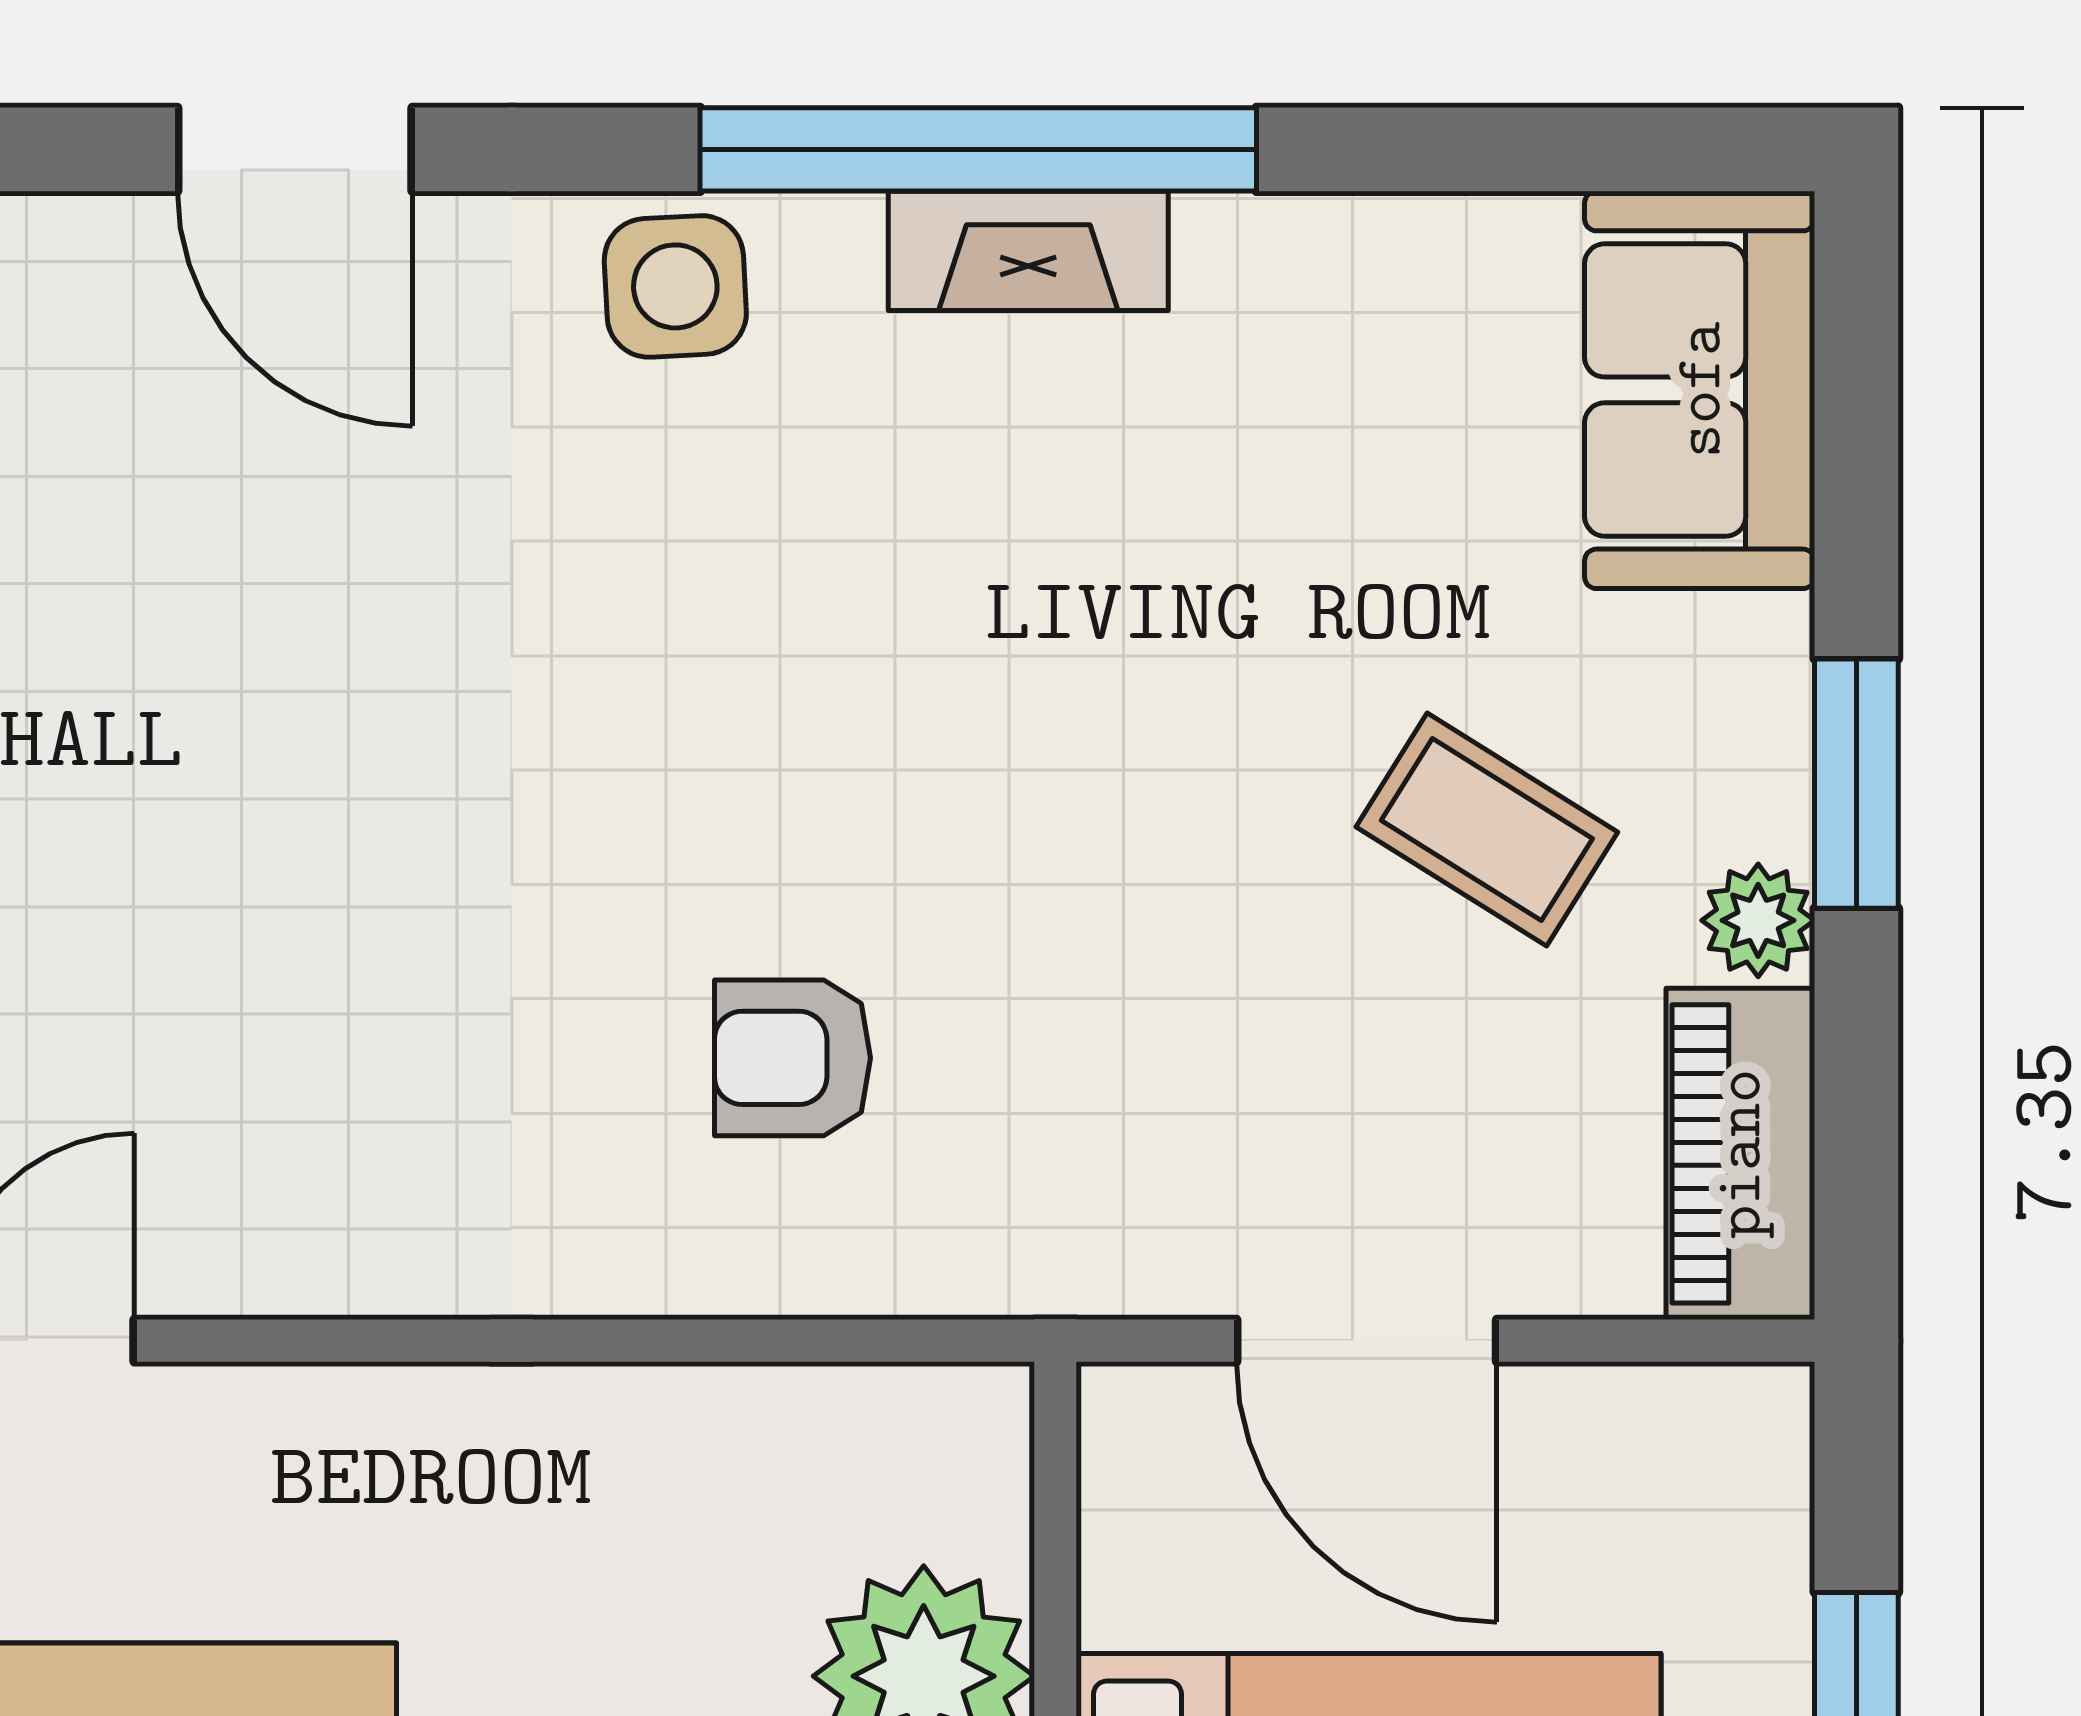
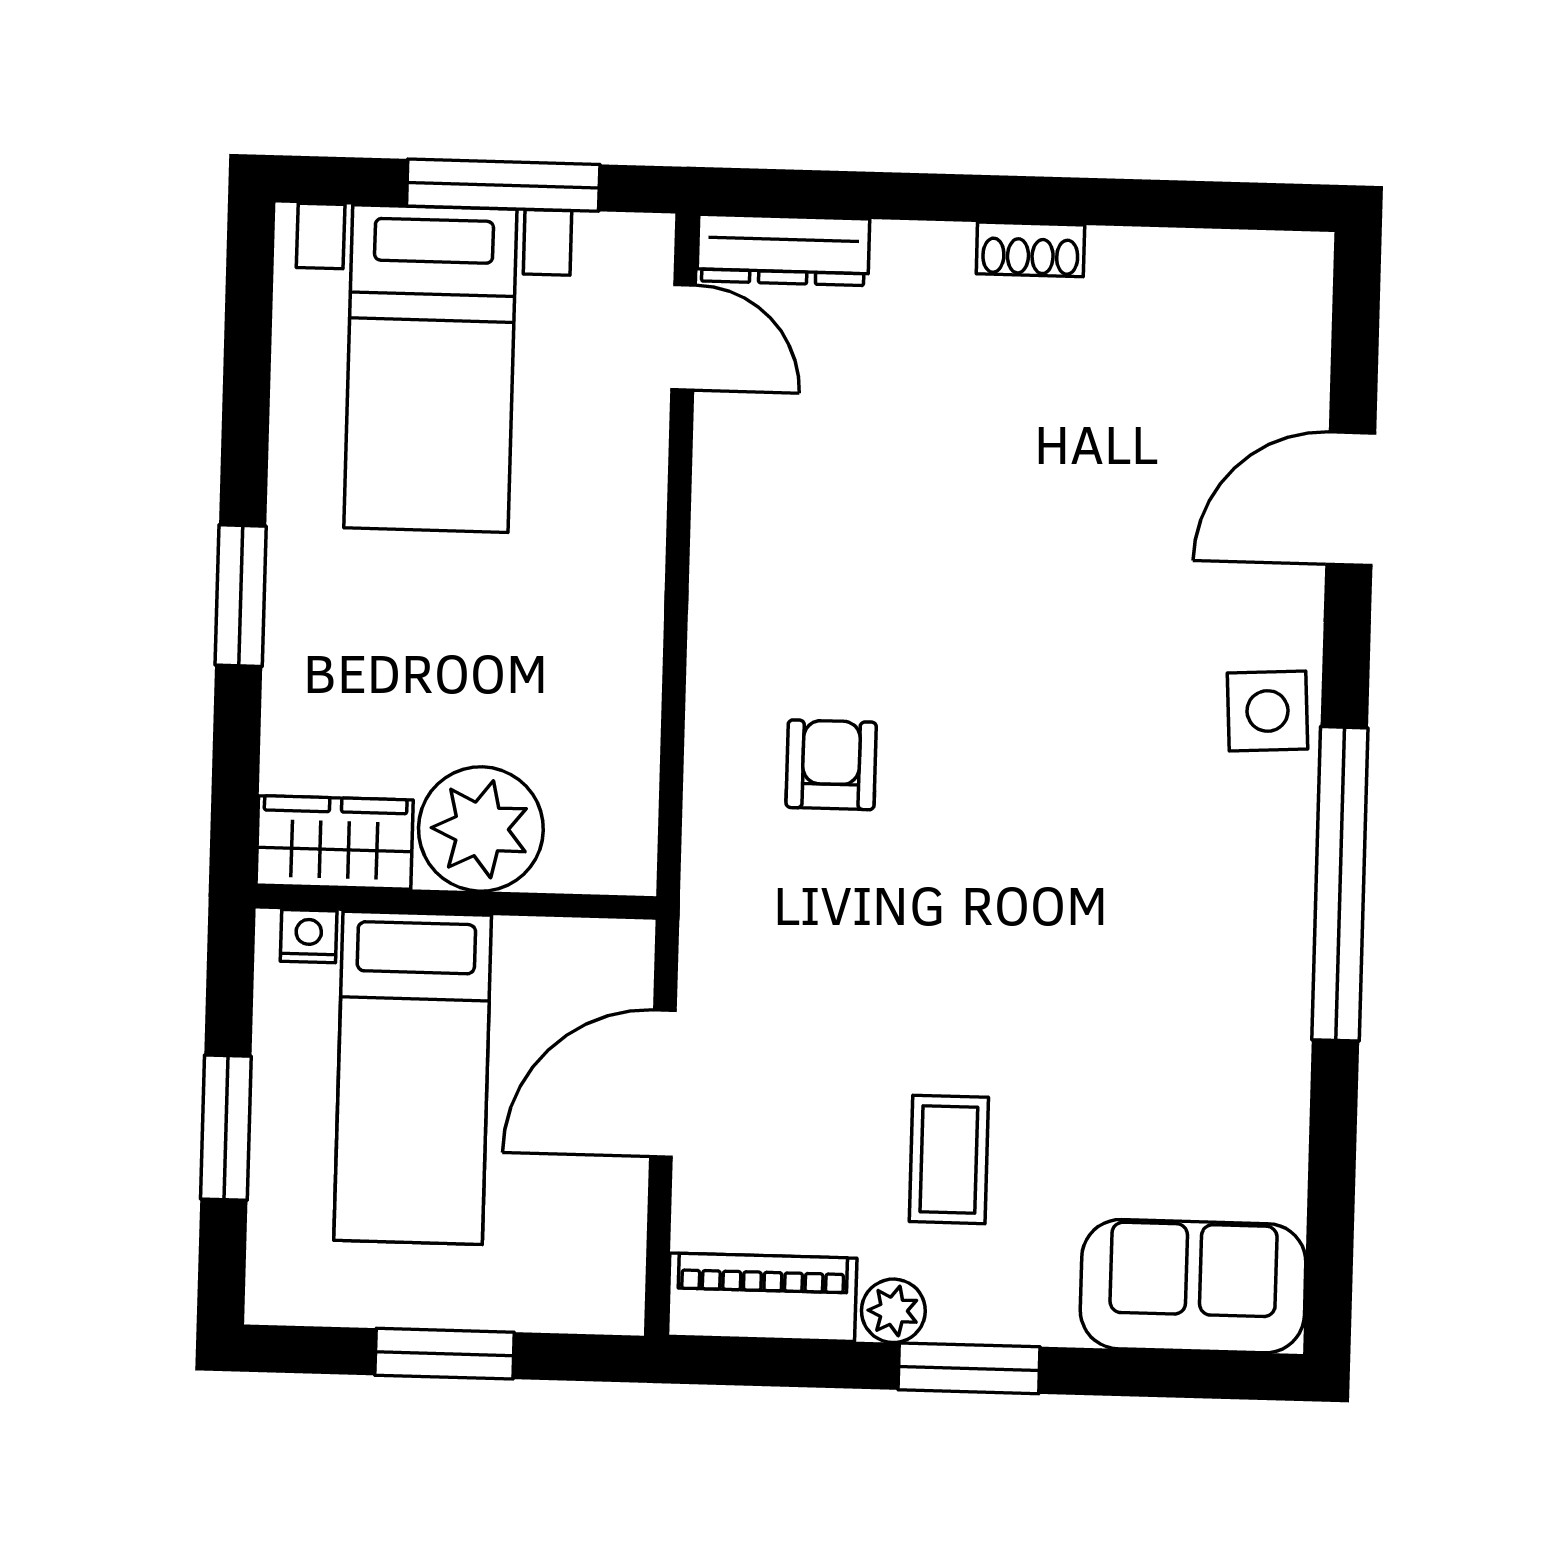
fireplace: (1028, 251) -> (1282, 910), removed
coffee table: (1487, 829) -> (949, 1159), turned -32

